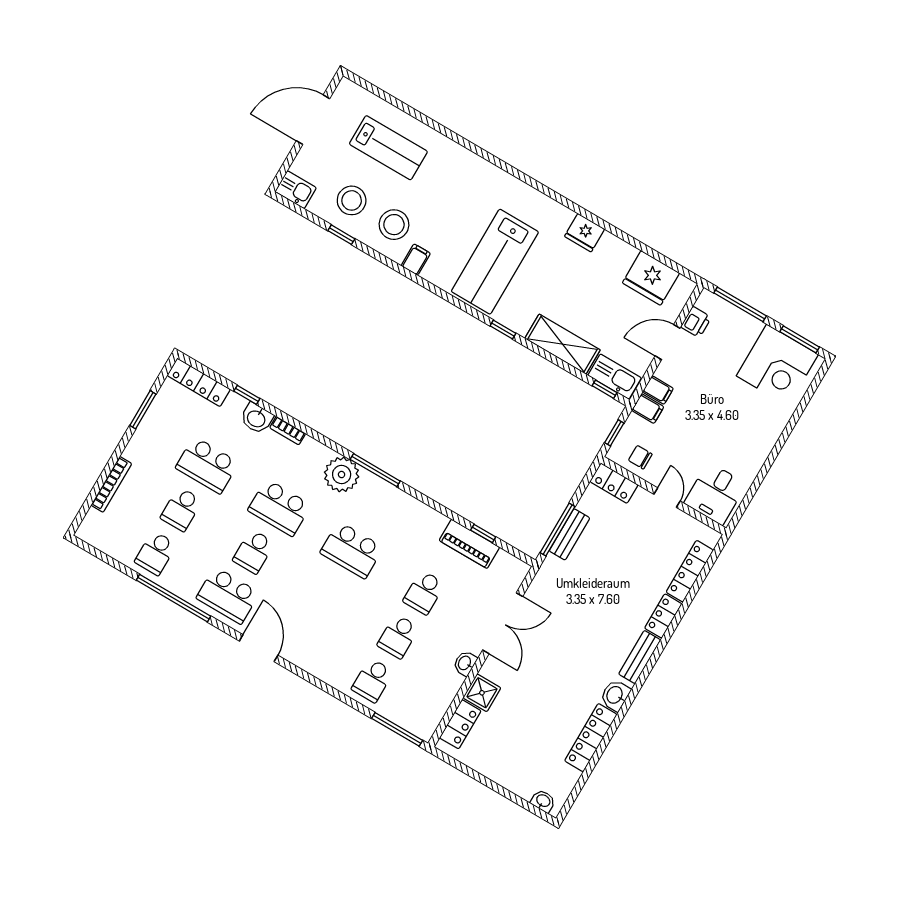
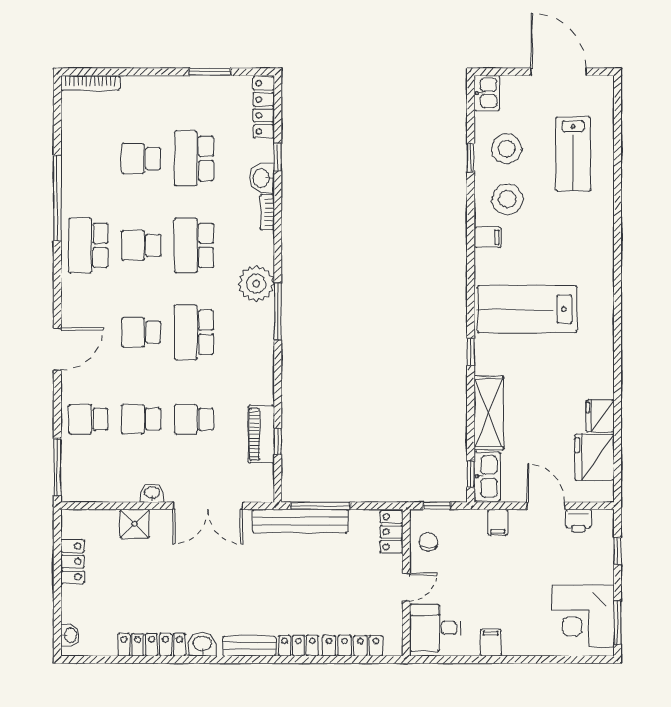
fridge: (585, 233) -> (600, 416), moved
window: (740, 304) -> (618, 551), width x0.46
filing cabinet: (648, 409) -> (491, 643), moved, turned 180
bookcase: (111, 484) -> (90, 83), moved
bench: (569, 534) -> (300, 521), width x1.86, depth x1.21
school desk: (156, 553) -> (141, 332), moved
door: (259, 648) -> (57, 349), moved
locker: (460, 724) -> (72, 561), moved, turned -90

